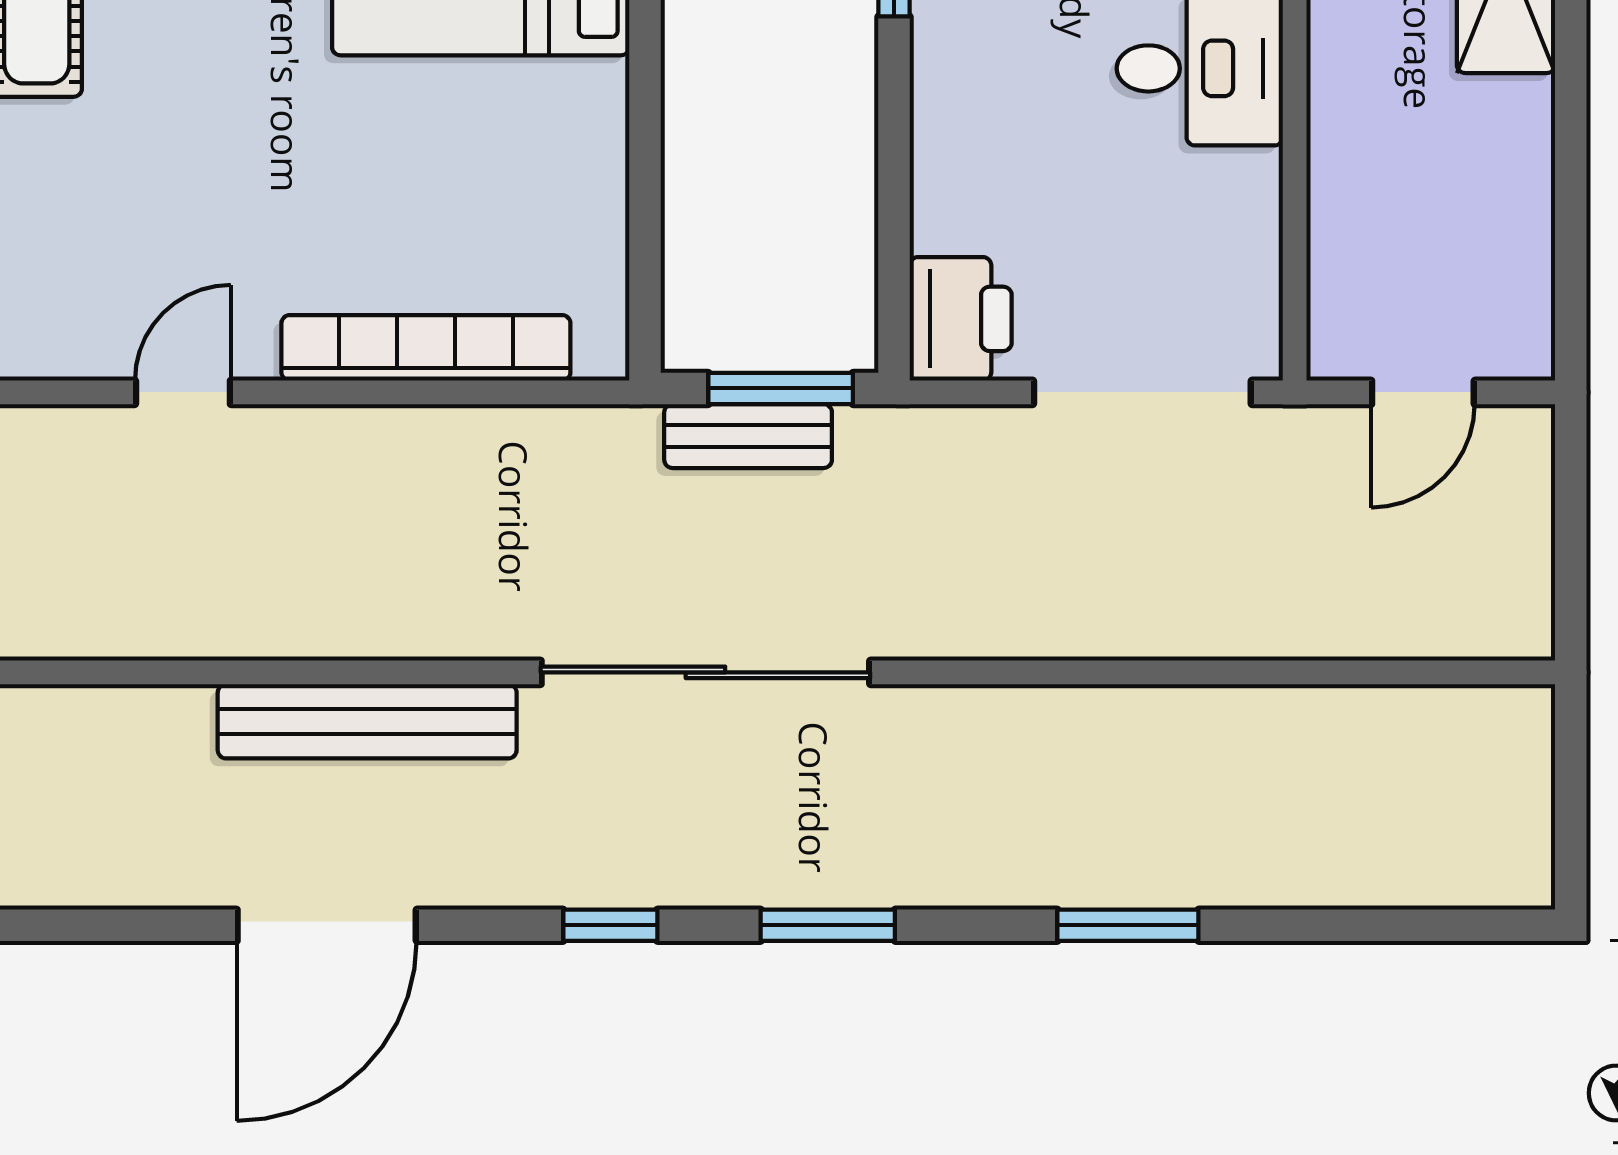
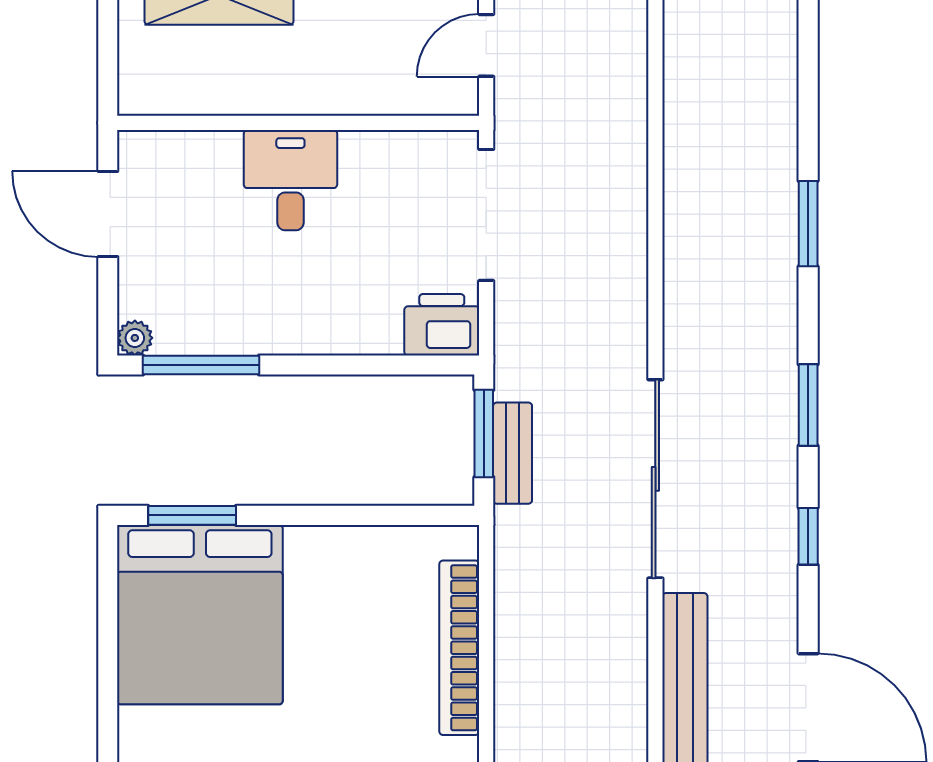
door: (1423, 392) -> (486, 45), swing flipped

